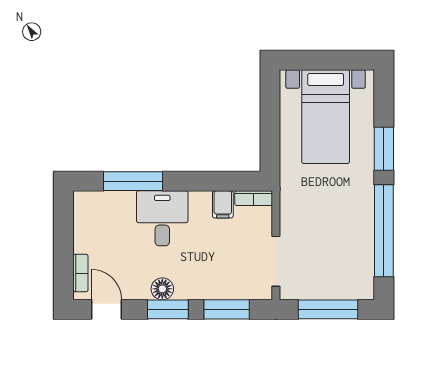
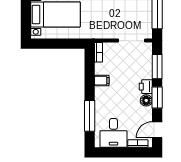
filing cabinet: (223, 204) -> (102, 81), moved
desk: (162, 218) -> (113, 133), moved, turned -90
printer: (189, 288) -> (146, 87), added

